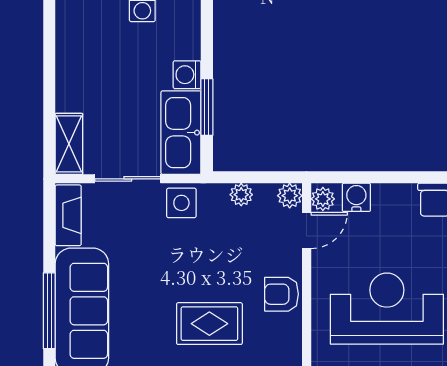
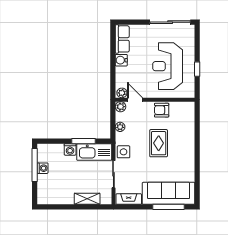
shelving: (69, 144) -> (87, 199), moved
water cooler: (356, 197) -> (121, 60), moved
armchair: (282, 294) -> (162, 110), turned 90
rug: (209, 324) -> (159, 143), moved

